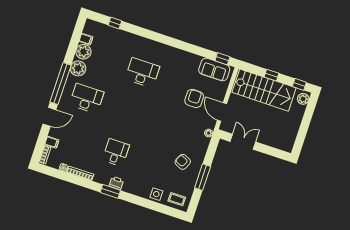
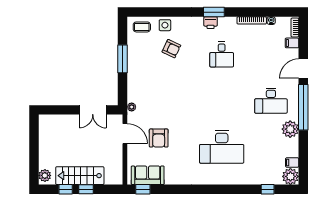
plant: (83, 52) -> (290, 176), moved
desk: (142, 73) -> (222, 147), width x1.36, depth x1.30
window: (299, 84) -> (66, 189), moved
stairs: (264, 90) -> (80, 176), width x0.73, depth x0.66
armchair: (183, 162) -> (171, 49), moved

